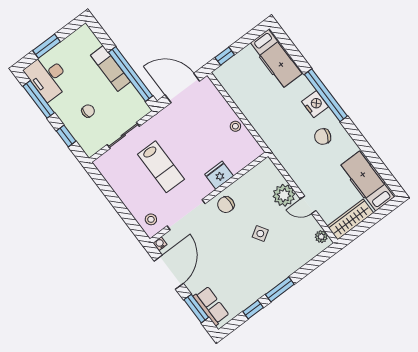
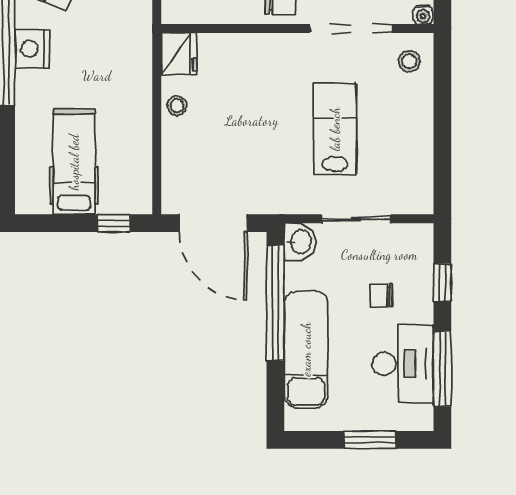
hospital bed: (276, 58) -> (74, 162), moved
exam couch: (111, 68) -> (306, 349), width x1.36, depth x1.45
desk: (48, 77) -> (403, 364), moved
washbasin: (140, 108) -> (300, 242), added
fridge: (219, 175) -> (179, 54), moved, turned -90

